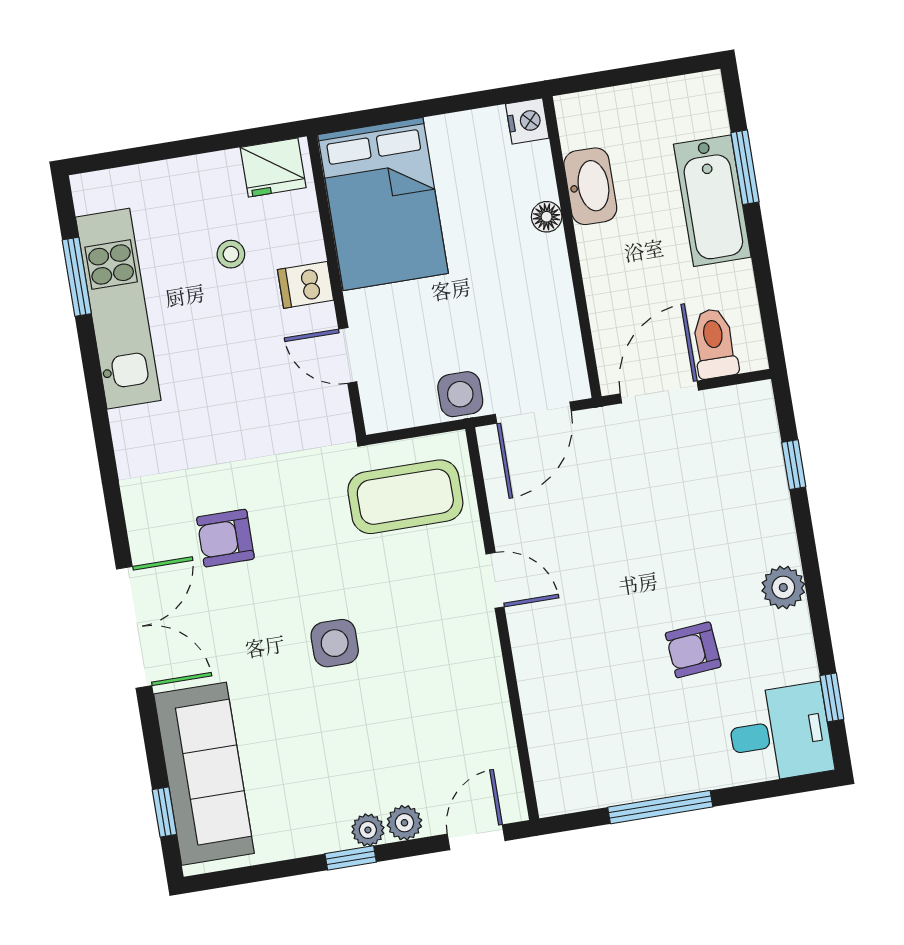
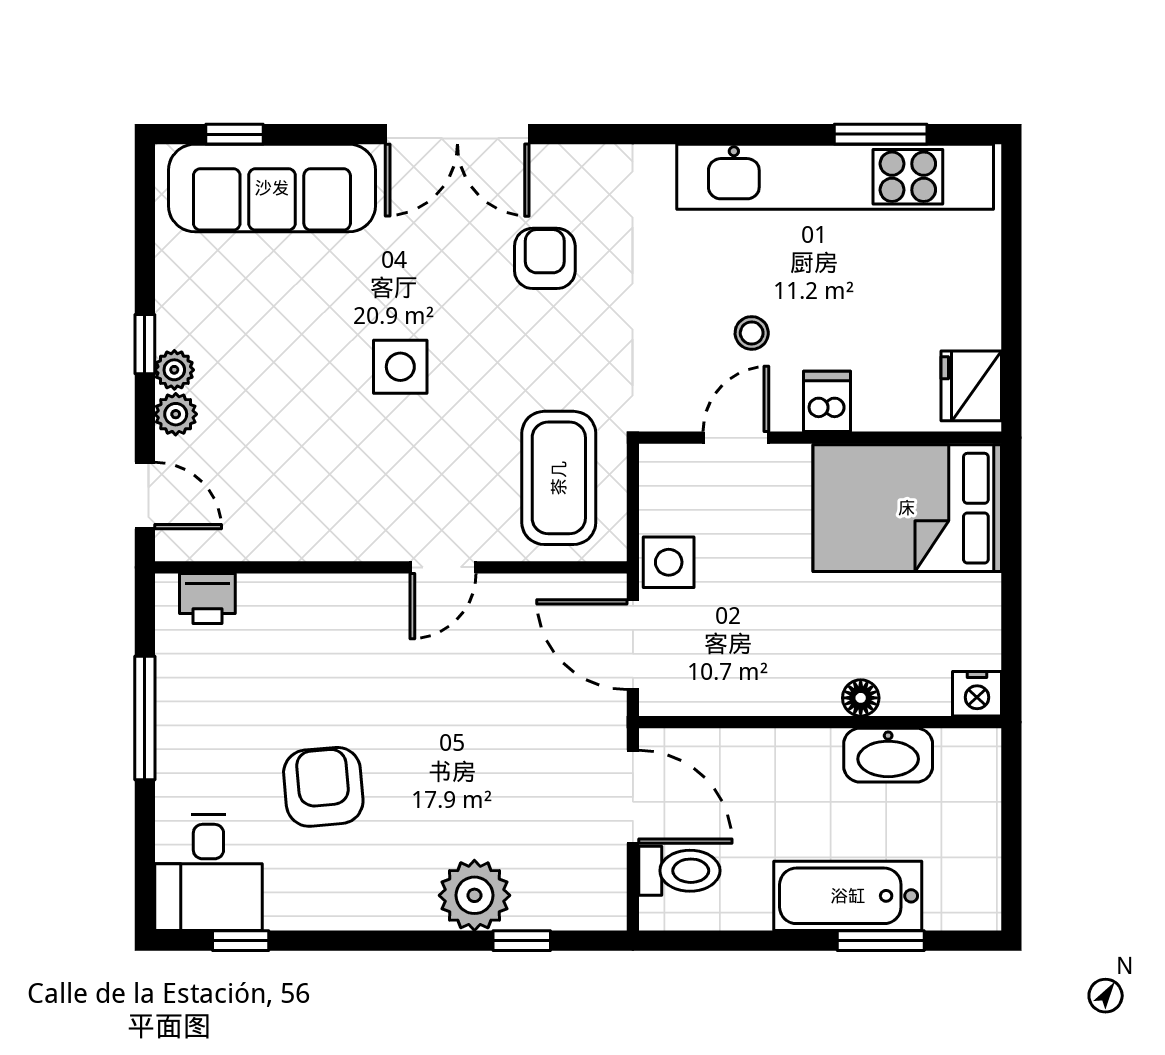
stool: (231, 254) -> (752, 333), moved
kitchen unit: (118, 309) -> (835, 177), width x1.36
plant: (783, 587) -> (474, 895), moved, width x1.36, depth x1.36
armchair: (693, 650) -> (323, 787), width x1.38, depth x1.38
printer: (553, 771) -> (207, 598), added

